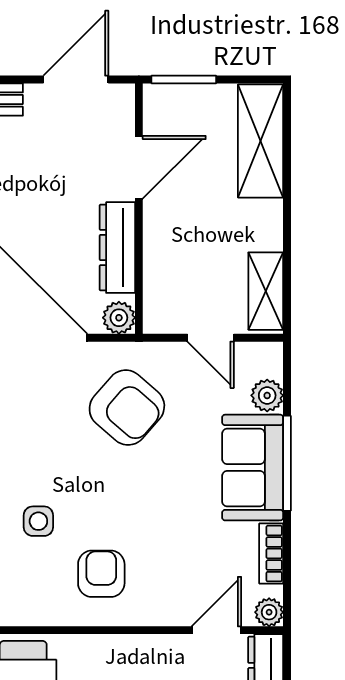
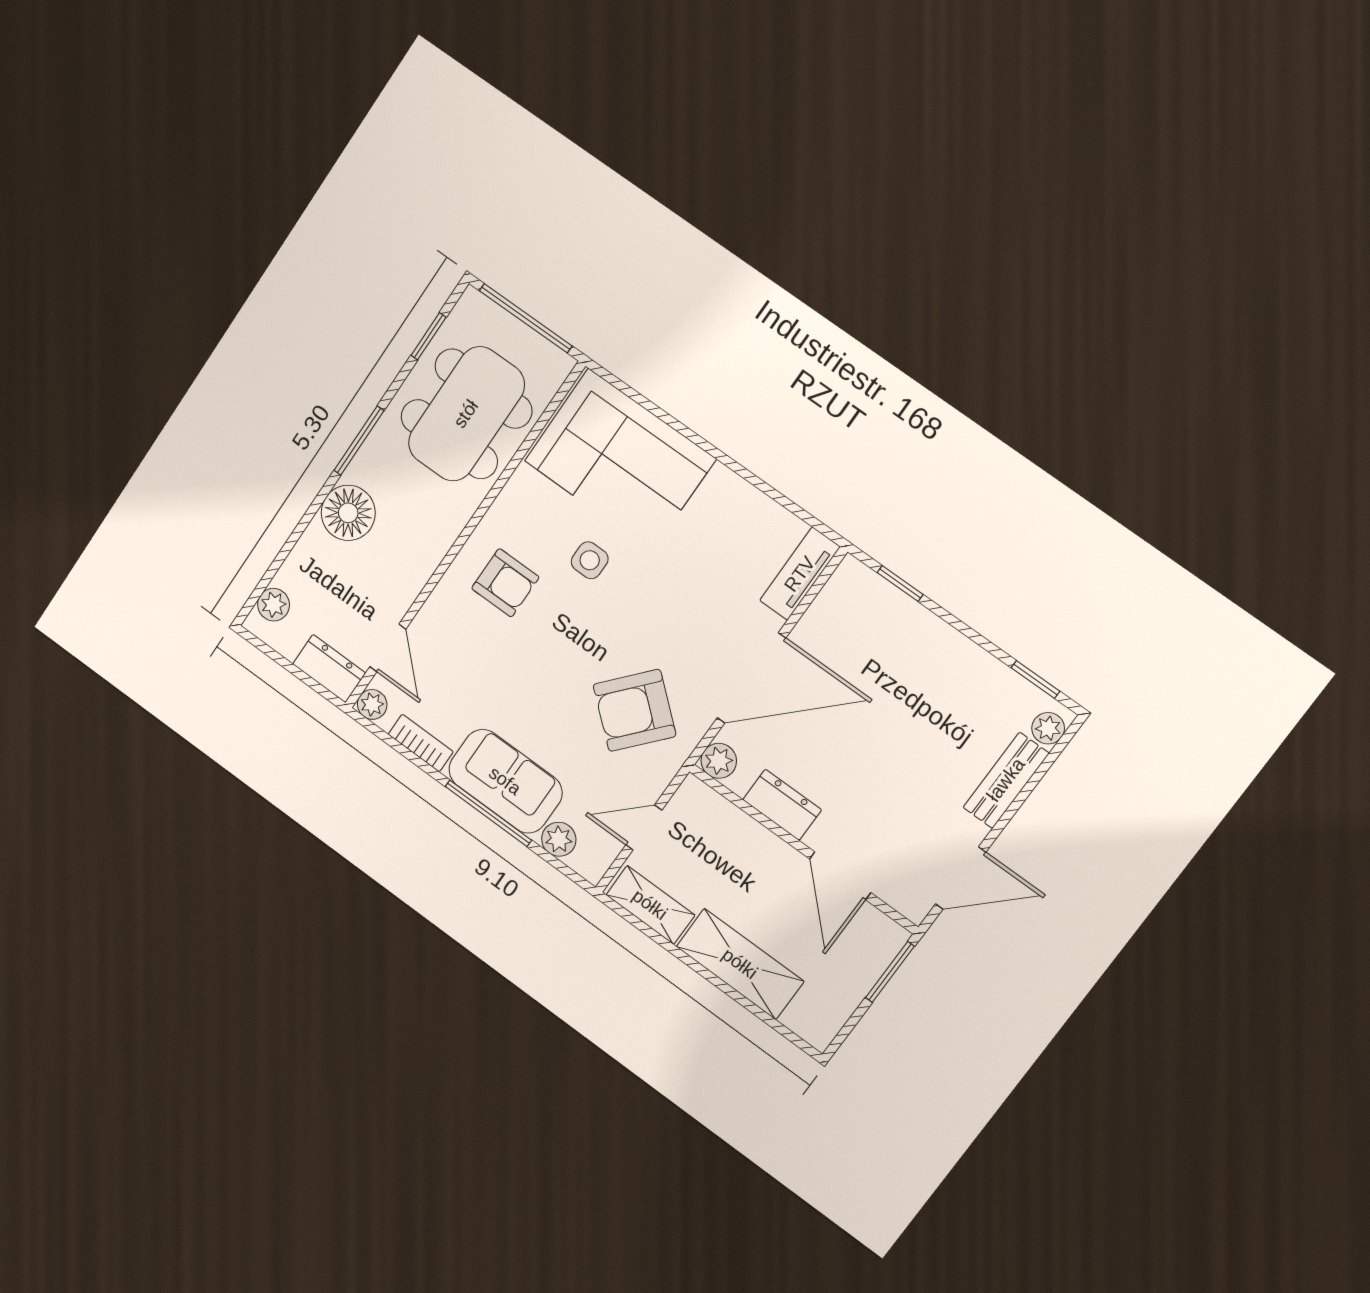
door: (76, 80) -> (961, 878), hinge flipped
shelving: (261, 141) -> (740, 964), moved
dresser: (117, 248) -> (782, 805), width x0.70

